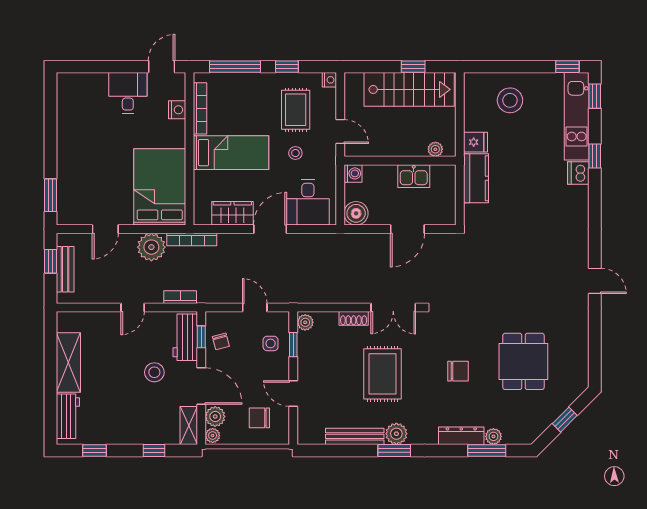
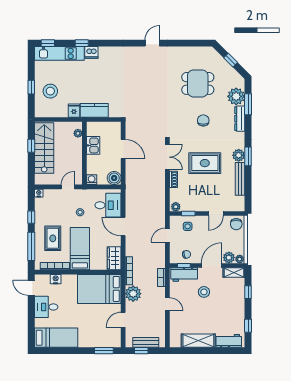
window: (567, 67) -> (31, 87), moved
bed: (73, 110) -> (56, 338), added
rug: (296, 110) -> (53, 238), moved, turned 90
wardrobe: (232, 213) -> (114, 258), moved
door: (105, 229) -> (123, 320), swing flipped
chair: (259, 418) -> (236, 224), moved
plant: (493, 436) -> (236, 96), width x1.87, depth x1.87

